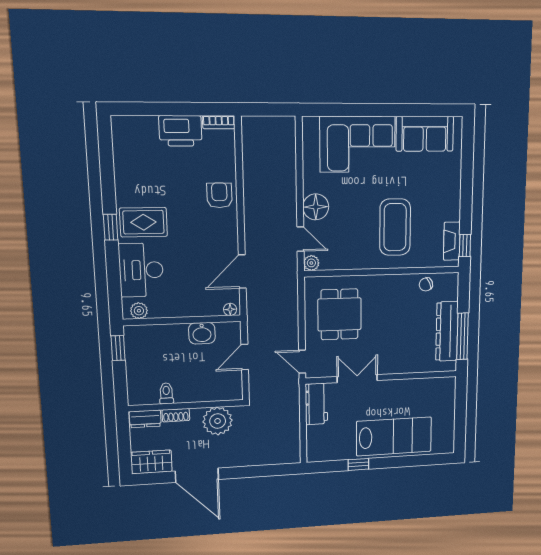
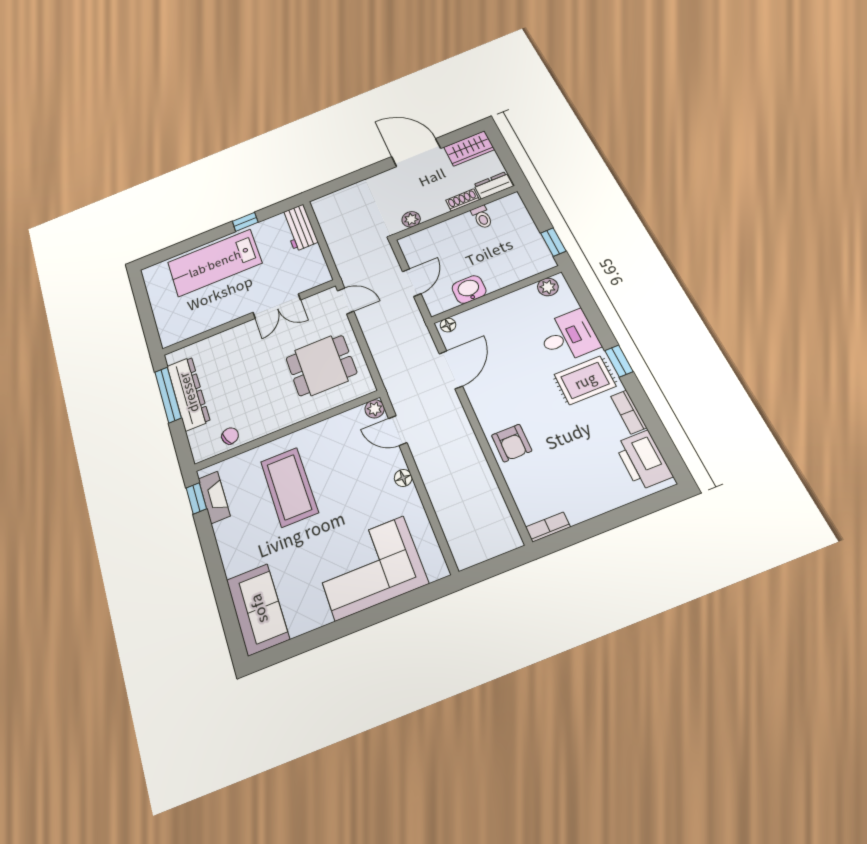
printer: (180, 131) -> (643, 460), moved, turned -90
sofa: (425, 134) -> (258, 609), moved, turned 90
bookcase: (121, 184) -> (629, 412), added
floor lamp: (316, 207) -> (403, 478), width x0.53, depth x0.53
desk: (141, 270) -> (568, 336), width x0.73
dining table: (339, 314) -> (321, 365), turned 90
workbench: (316, 404) -> (299, 228), moved
plant: (218, 421) -> (411, 219), width x0.53, depth x0.53

